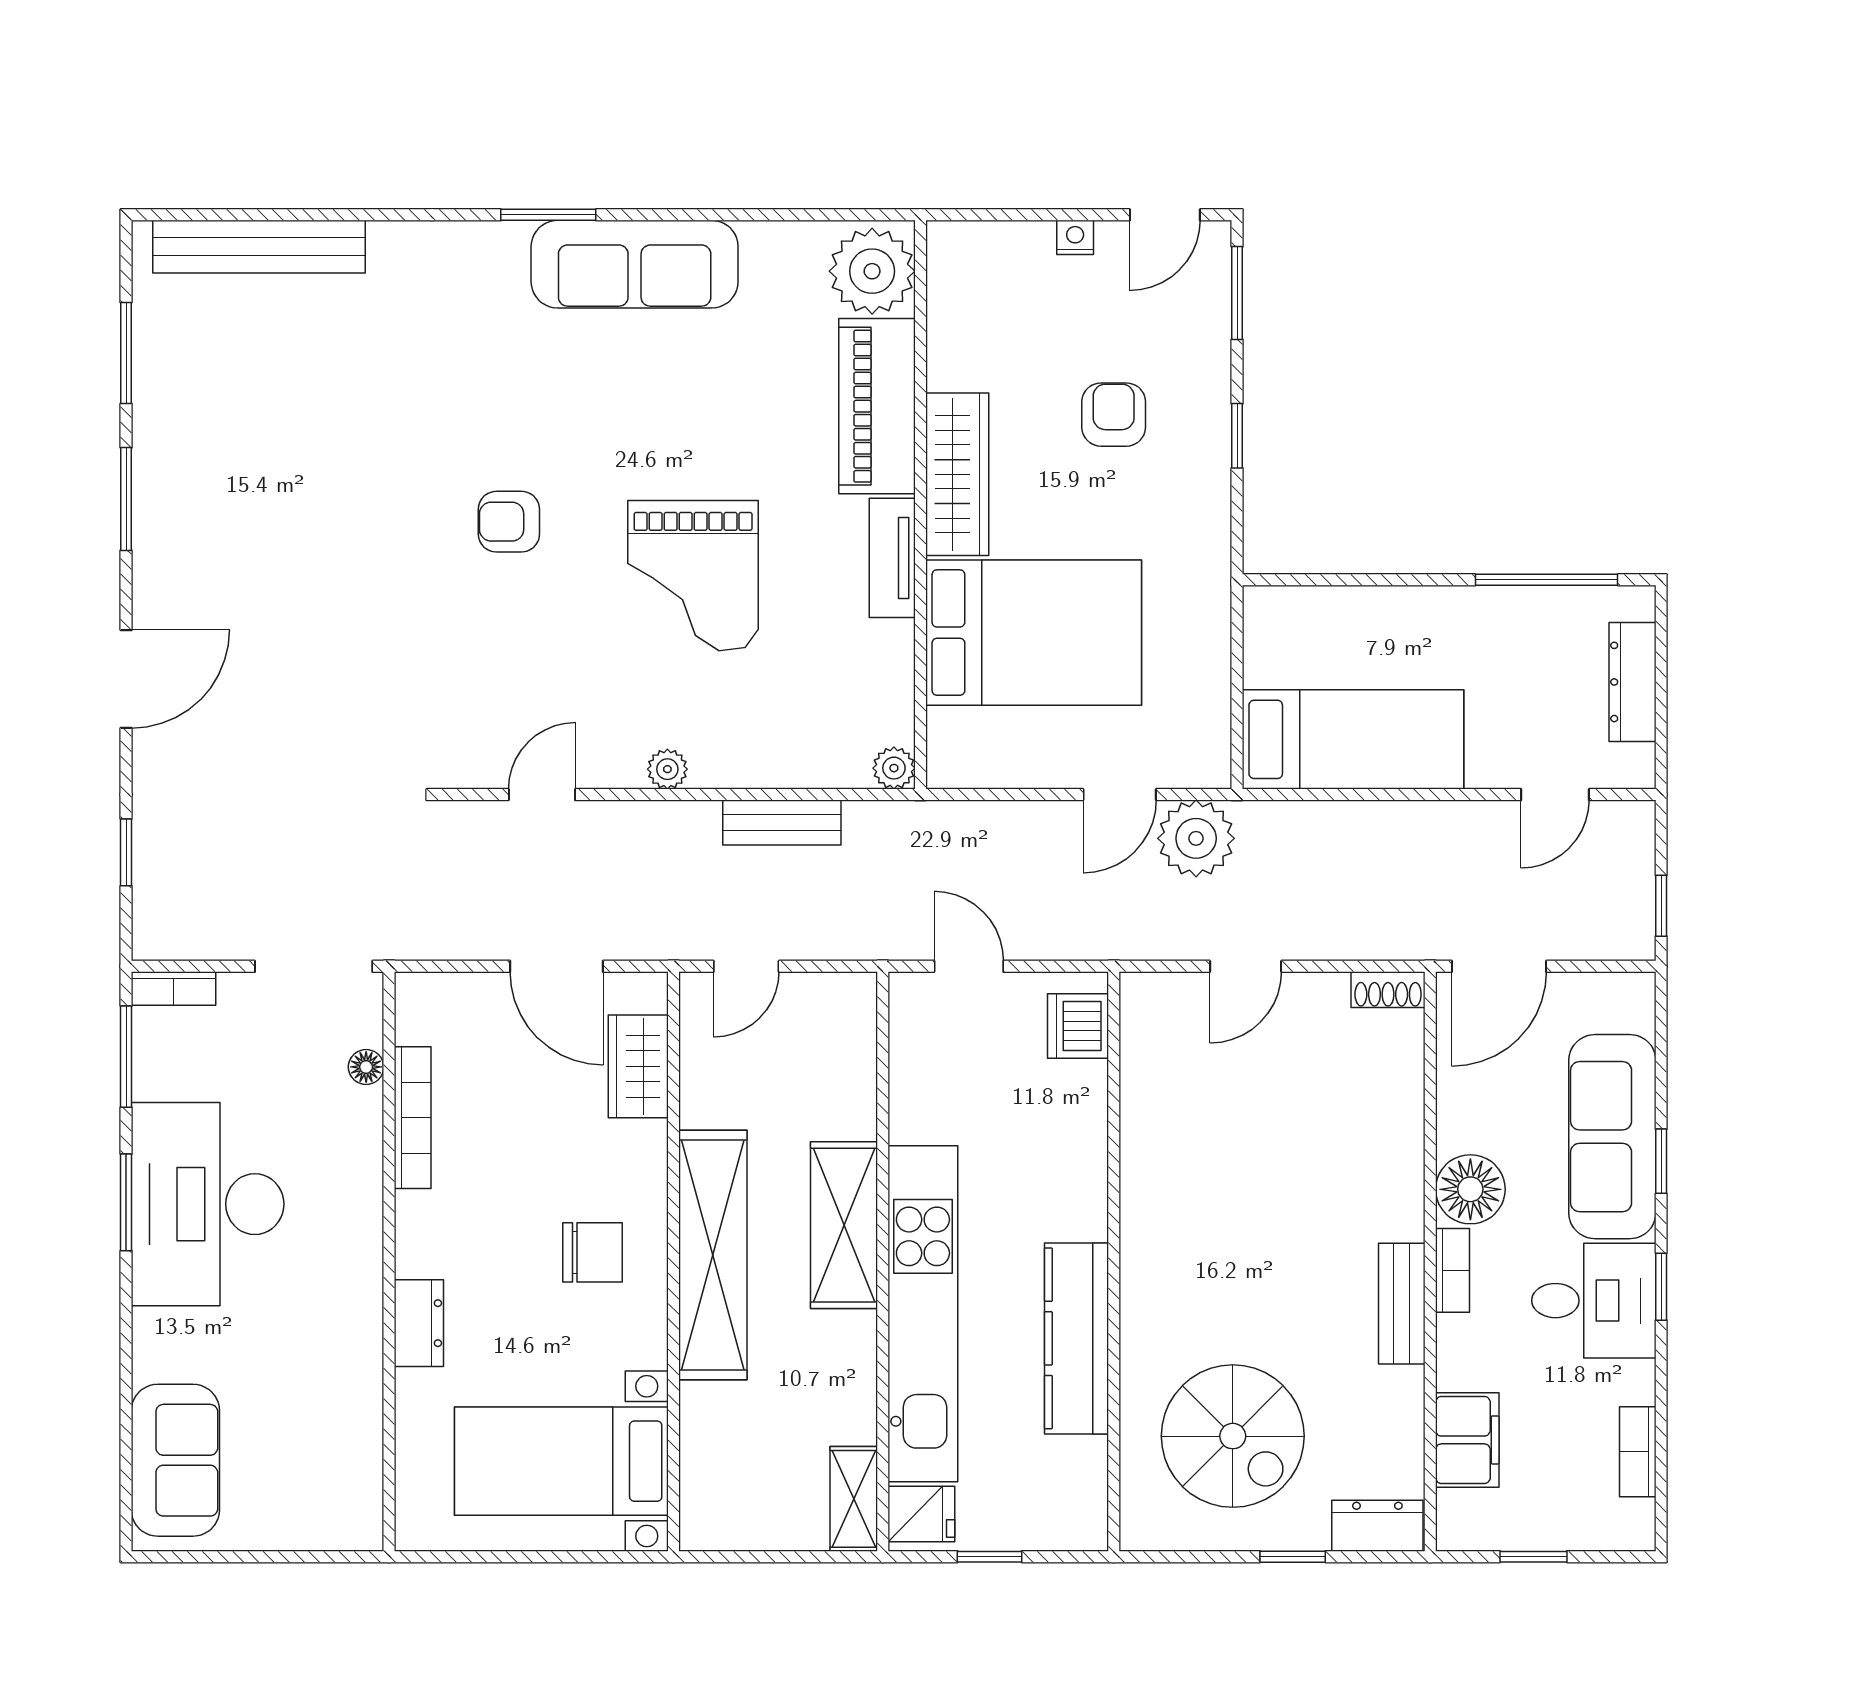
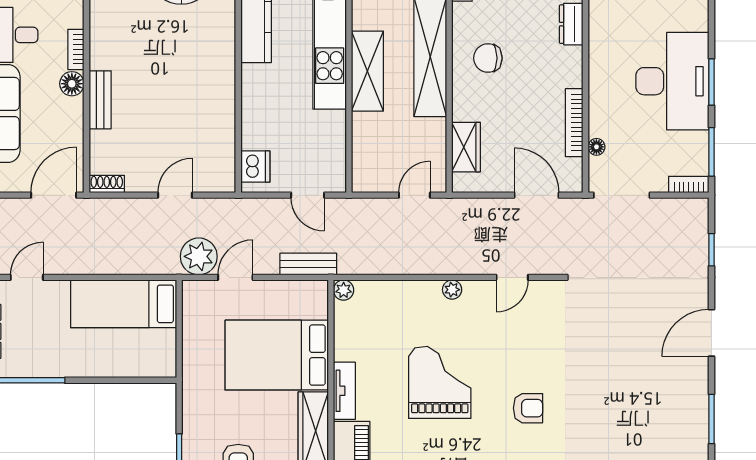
bench: (782, 822) -> (308, 264), moved
door: (556, 966) -> (537, 195), moved
floor lamp: (1470, 1189) -> (72, 84), width x0.73, depth x0.73
bench: (1402, 1304) -> (100, 100), moved

